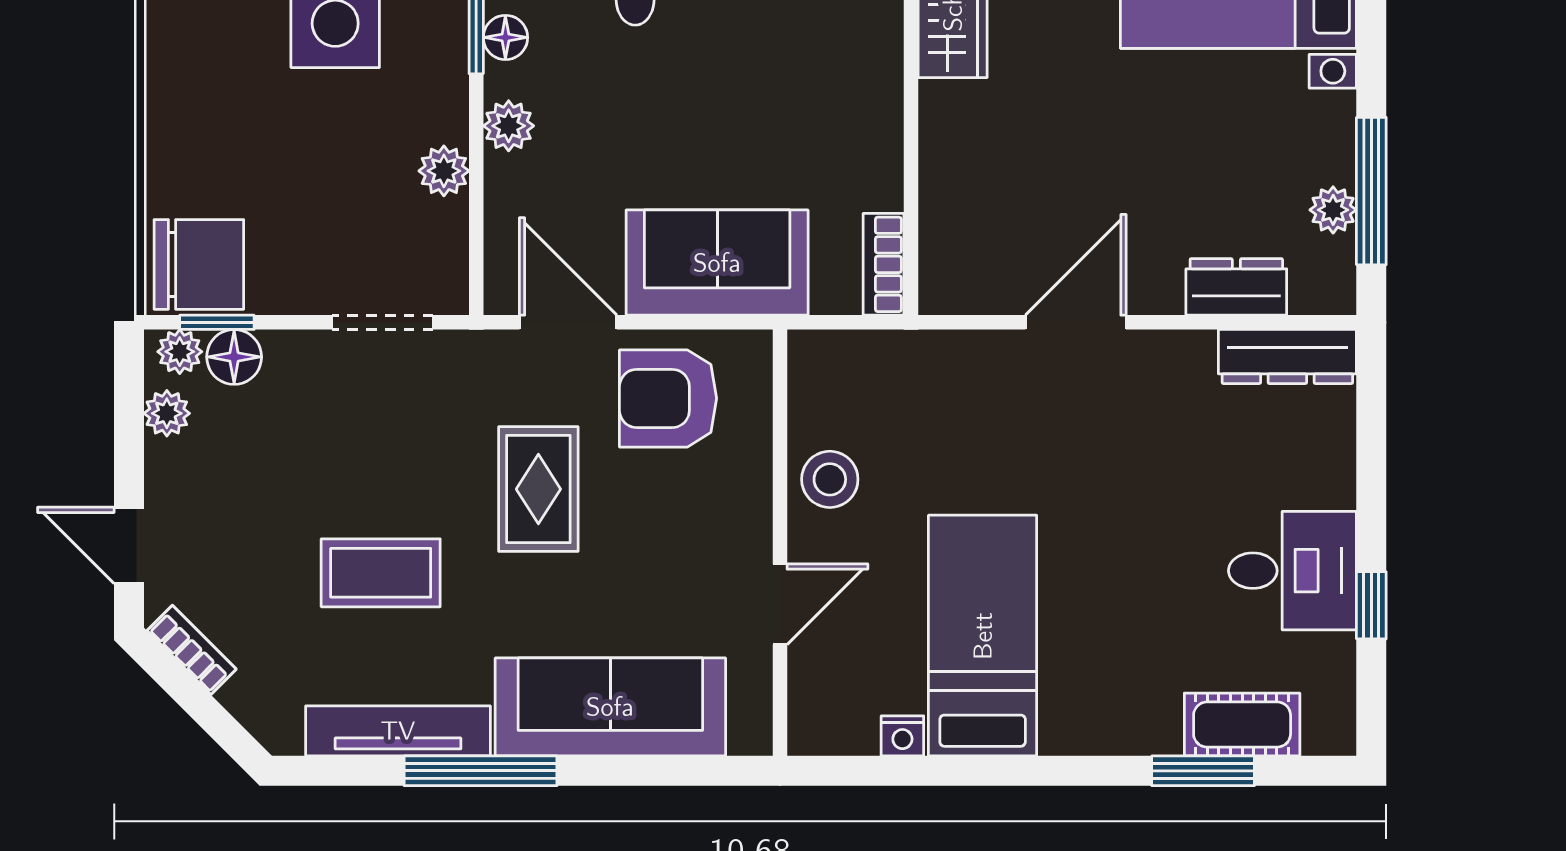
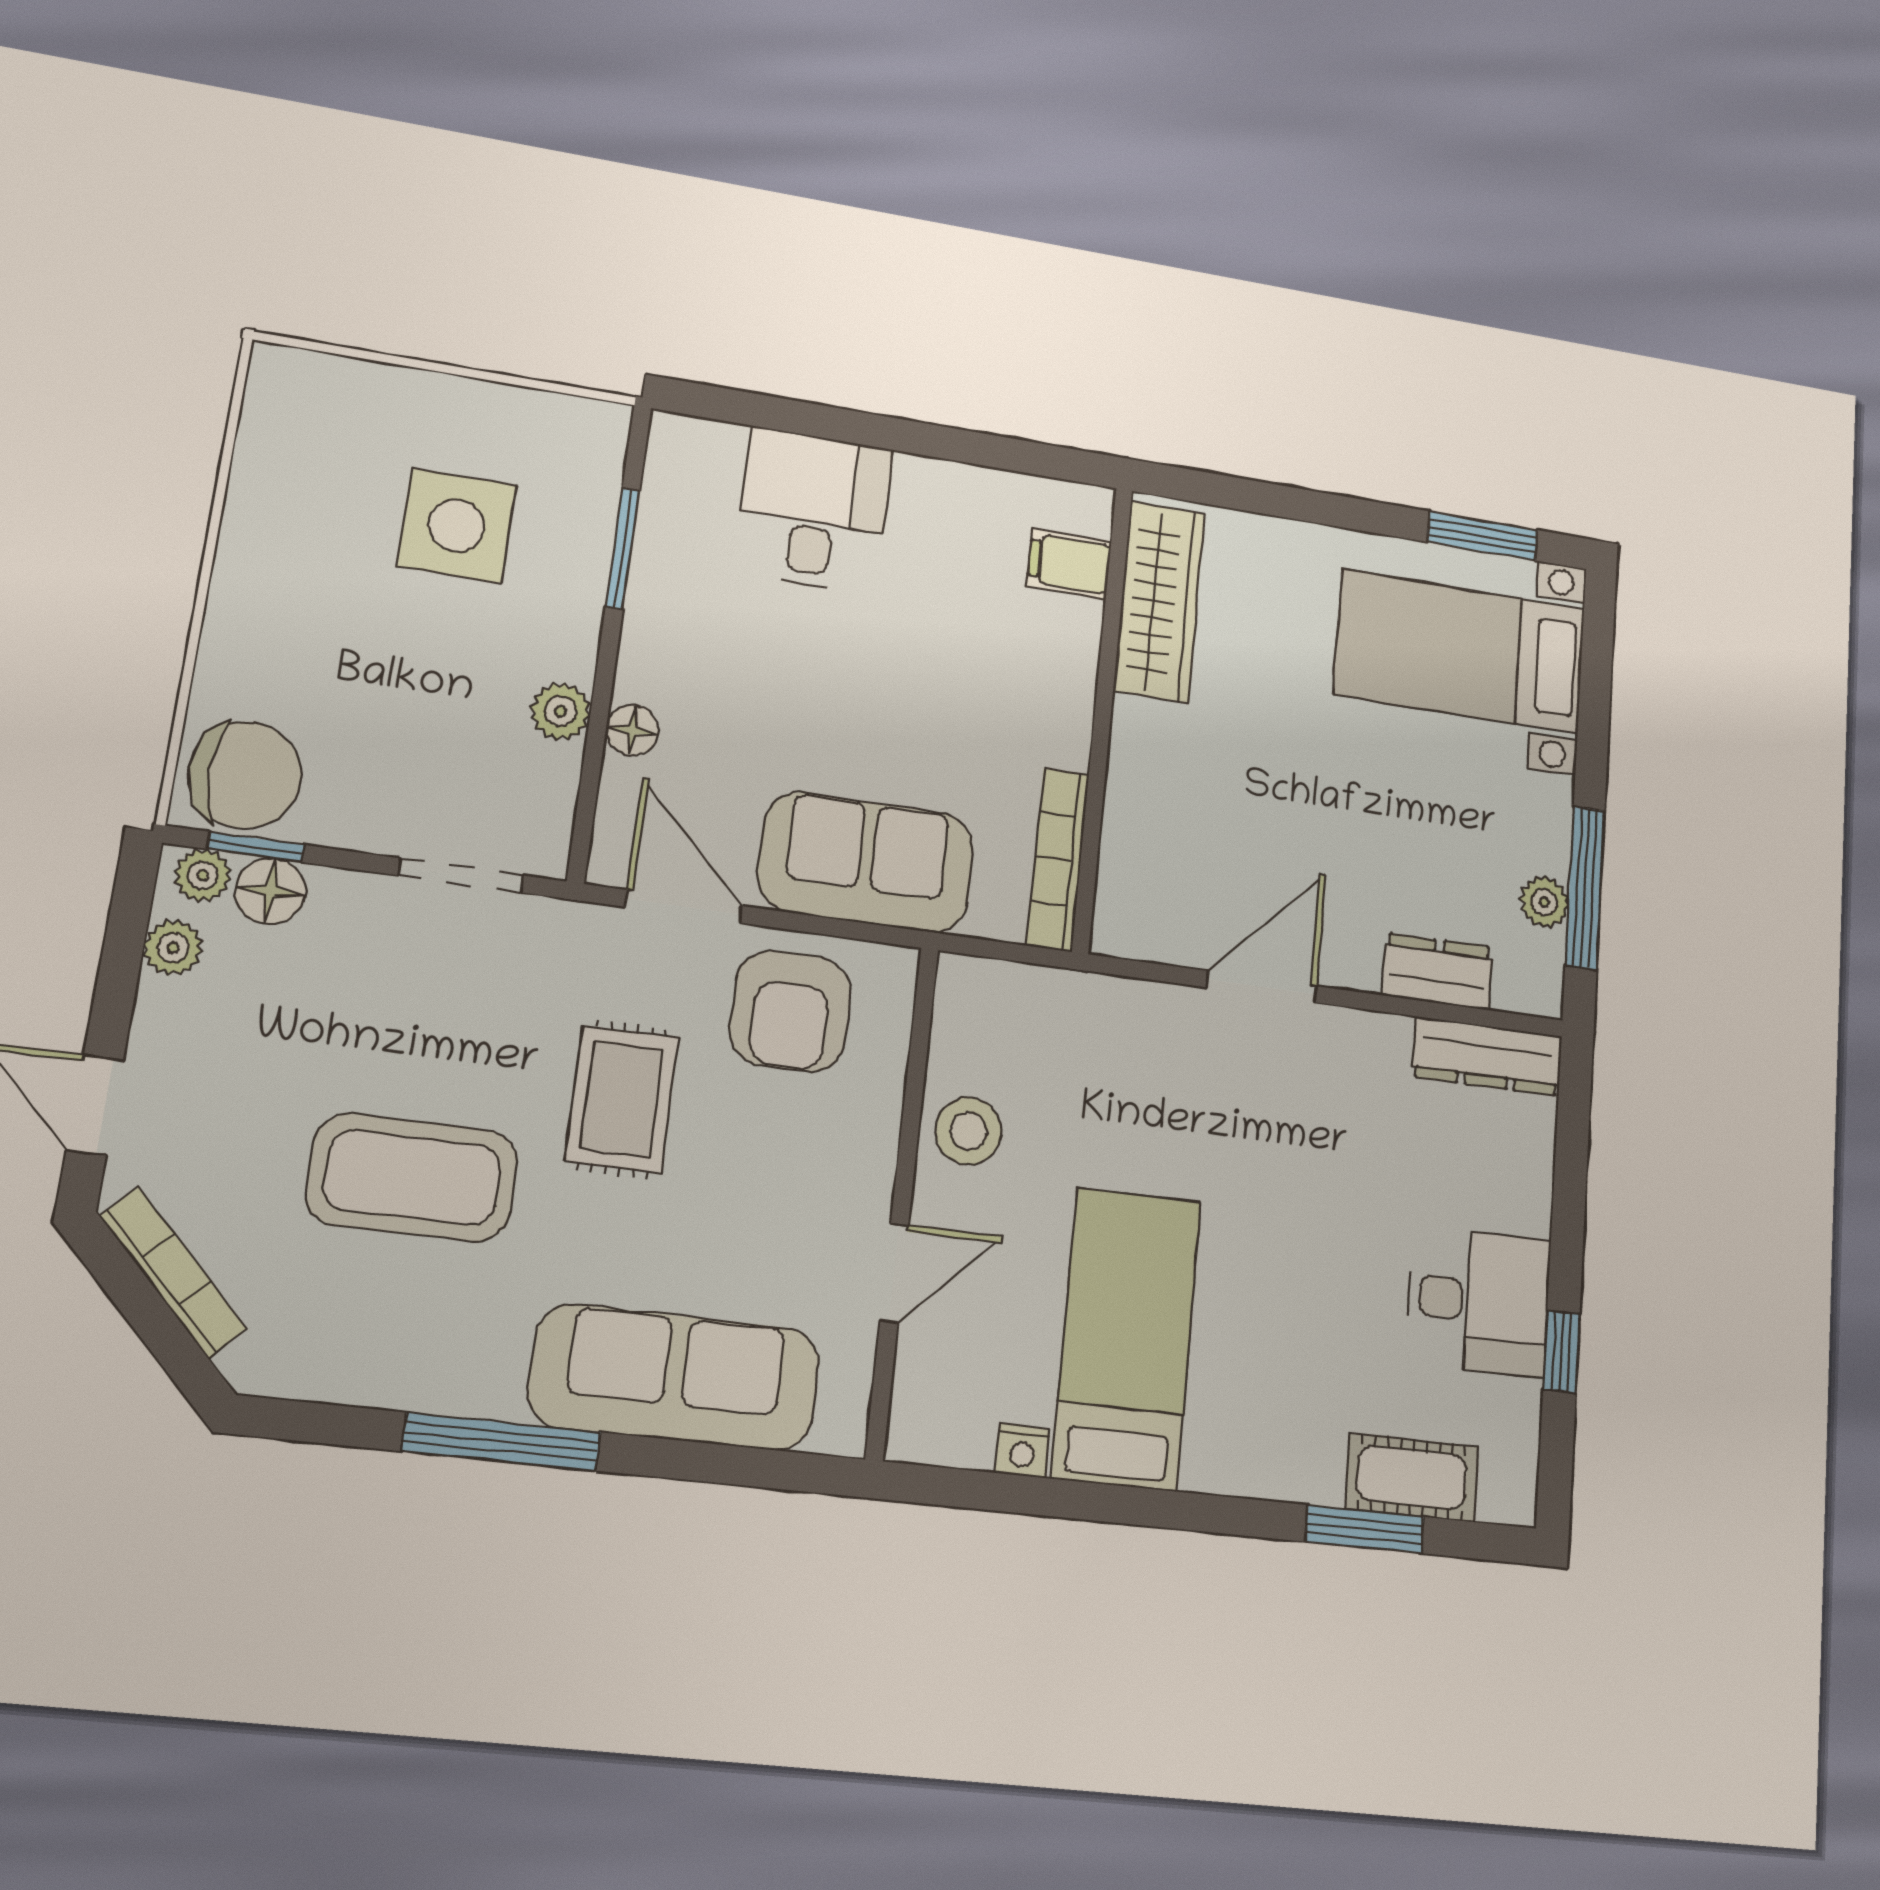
floor lamp: (505, 37) -> (632, 730), moved
plant: (509, 126) -> (644, 672), removed
bookcase: (883, 264) -> (1058, 859), width x1.56
armchair: (668, 398) -> (791, 1011), turned -90
coffee table: (381, 573) -> (412, 1178), width x1.36, depth x1.32
bookcase: (192, 650) -> (173, 1272), width x1.56
tv unit: (398, 731) -> (404, 1380), removed

